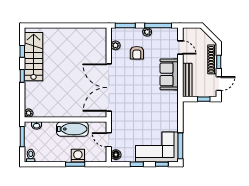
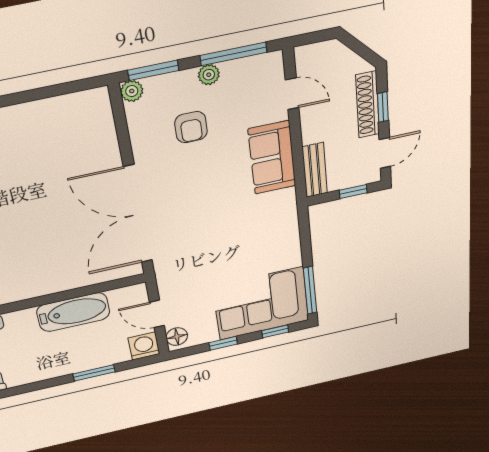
plant: (115, 45) -> (132, 91), moved
bench: (187, 80) -> (315, 170), width x0.73
washing machine: (78, 156) -> (144, 346), moved

